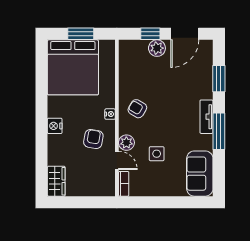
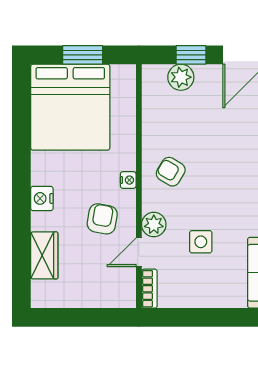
plant: (157, 48) -> (181, 77), moved
door: (117, 160) -> (139, 252), swing flipped
wardrobe: (56, 181) -> (44, 255), moved

